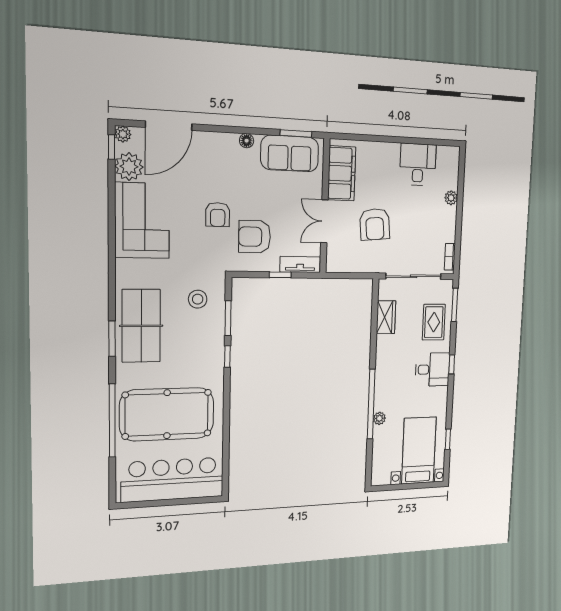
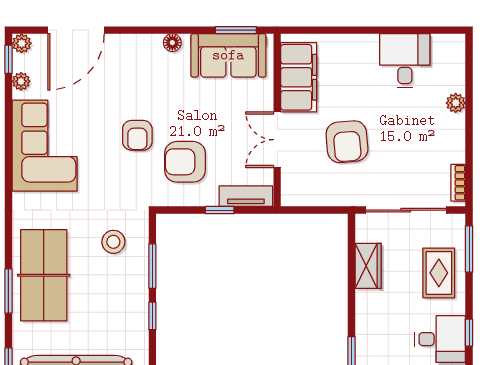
plant: (129, 167) -> (21, 81), width x0.53, depth x0.53

